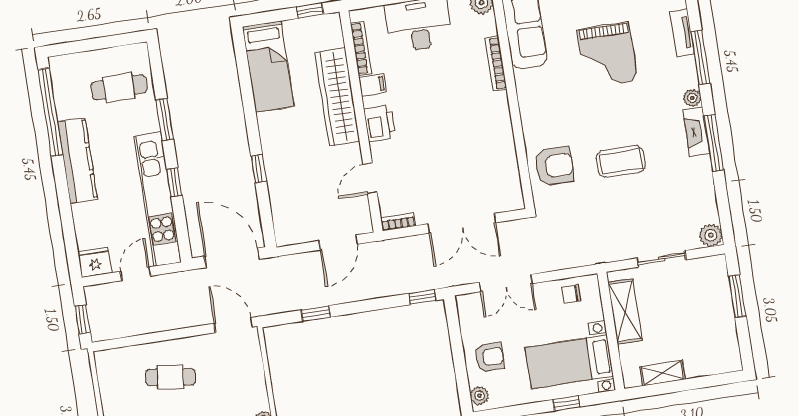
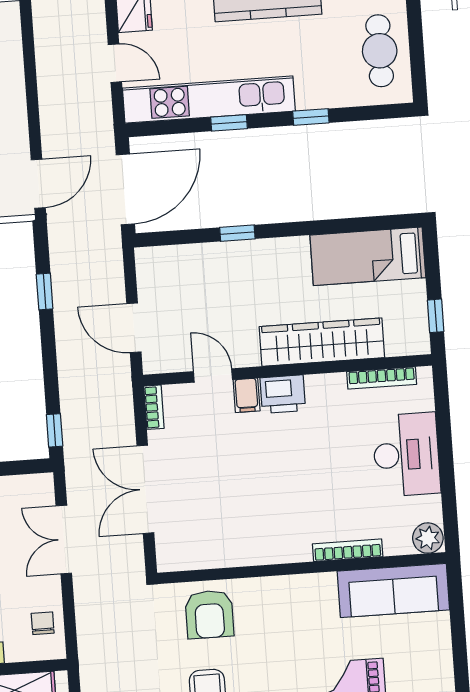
filing cabinet: (373, 85) -> (247, 395), moved
cafe table: (119, 88) -> (380, 51), moved
window: (165, 119) -> (311, 117), width x0.67

